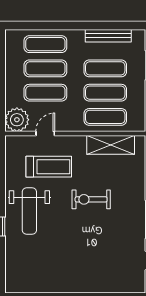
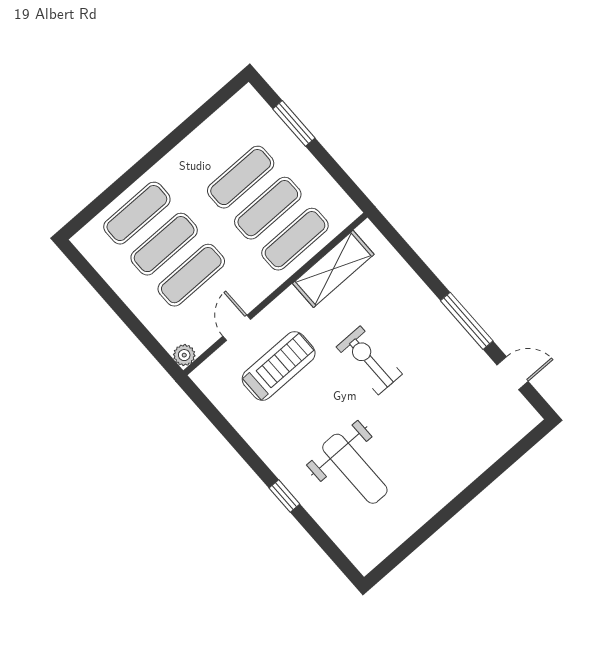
bench: (108, 36) -> (208, 132), removed
plant: (17, 120) -> (184, 355), width x0.53, depth x0.53
exercise bike: (91, 199) -> (369, 360), turned 90
weight bench: (29, 211) -> (355, 469), moved

